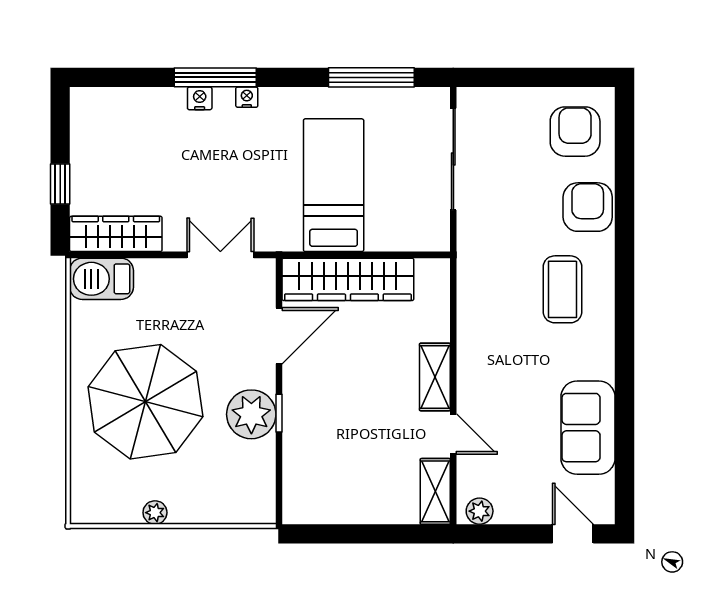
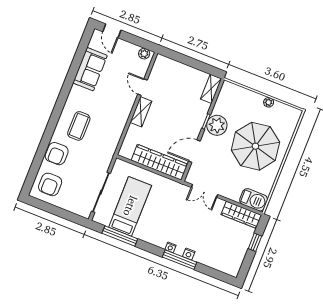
bed: (334, 185) -> (130, 206), moved, turned 180
shelving: (435, 491) -> (211, 89), moved

